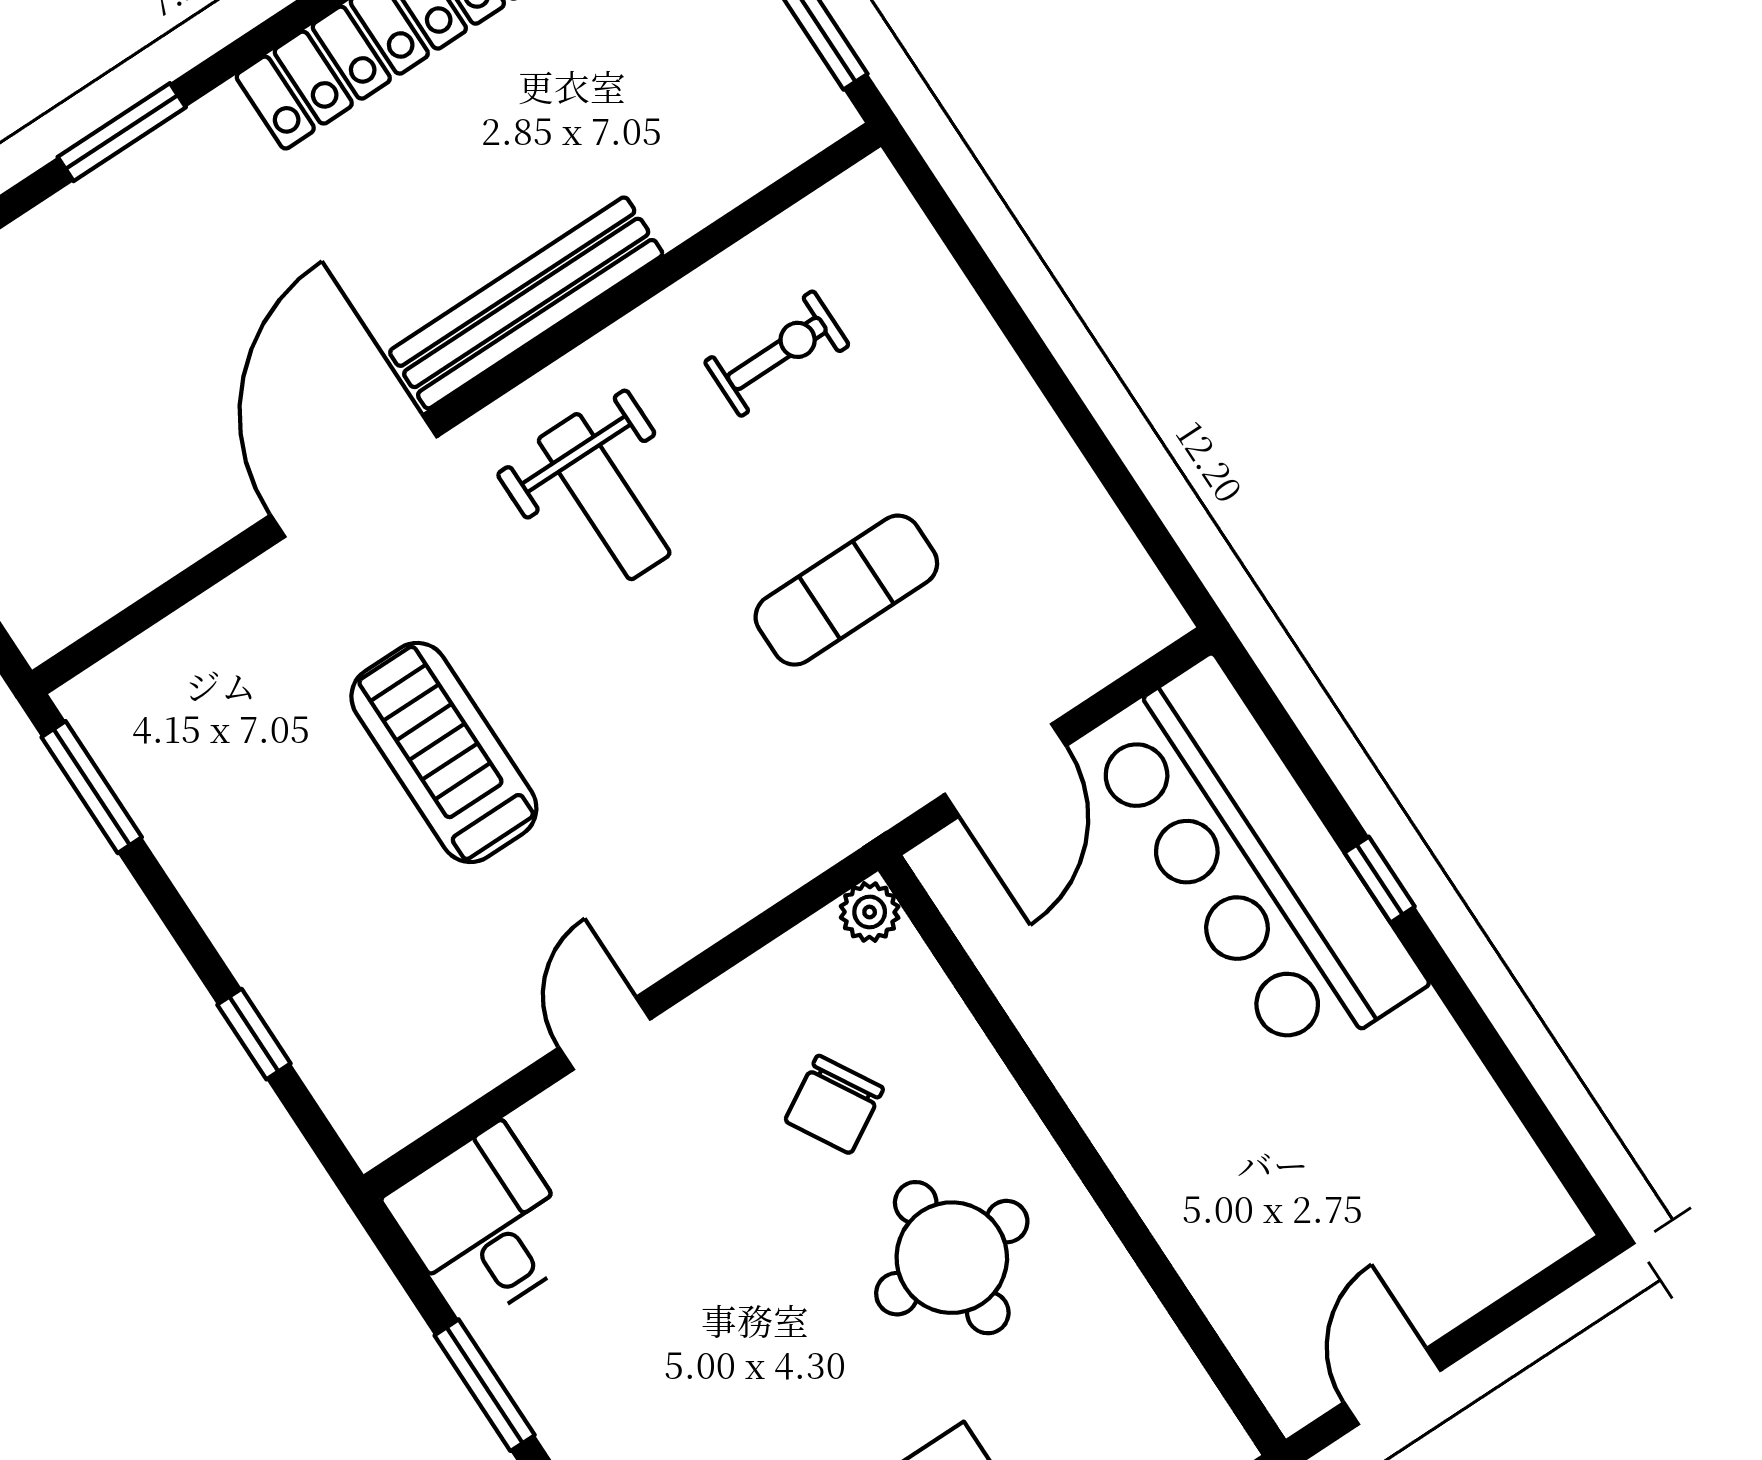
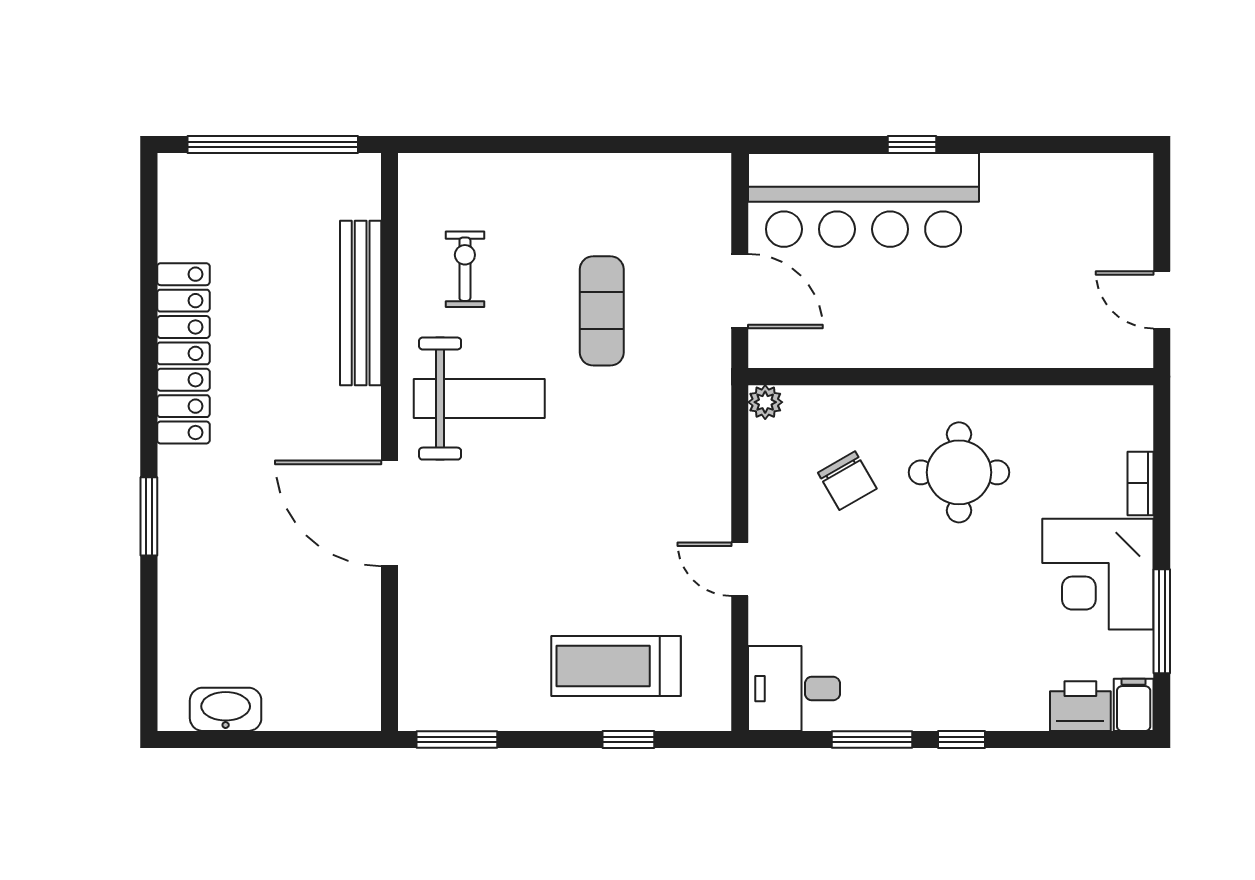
bench: (526, 303) -> (361, 303), moved
weight bench: (604, 497) -> (479, 399), width x1.36, depth x1.33
treadmill: (444, 752) -> (616, 666), moved

